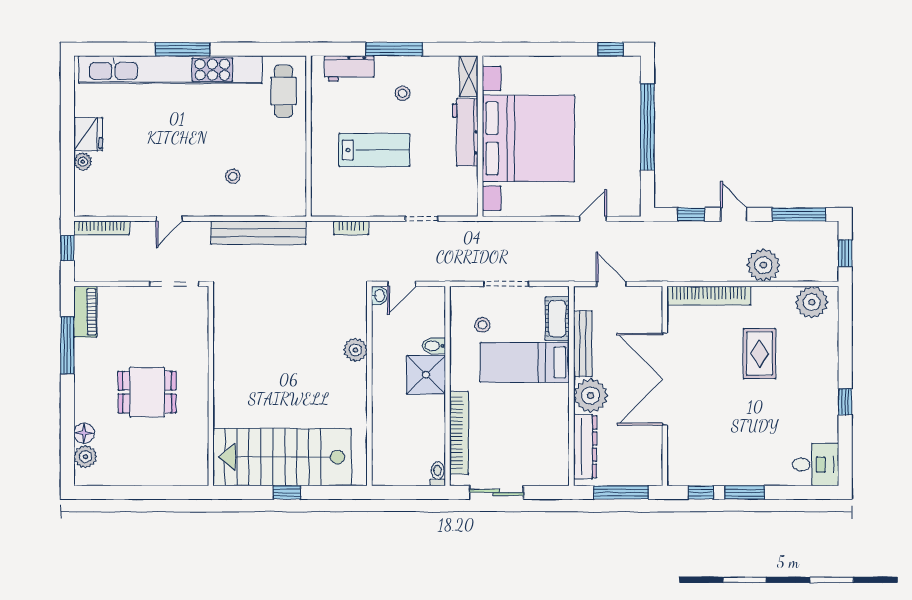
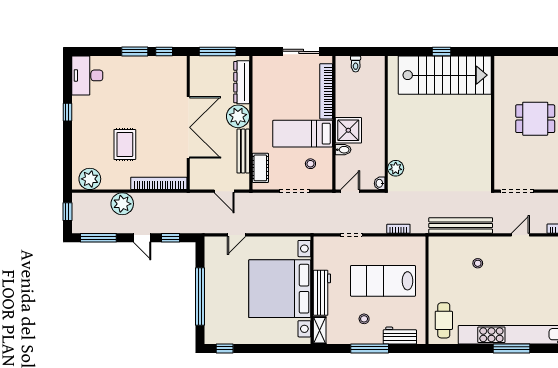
lab bench: (374, 150) -> (383, 281), width x1.36, depth x1.39
door: (402, 284) -> (350, 191), moved
plant: (355, 350) -> (396, 168), moved
bed: (525, 362) -> (303, 134), moved, turned 180
desk: (816, 465) -> (87, 75), width x1.37
toilet: (438, 474) -> (356, 64), moved

